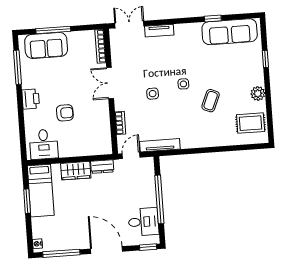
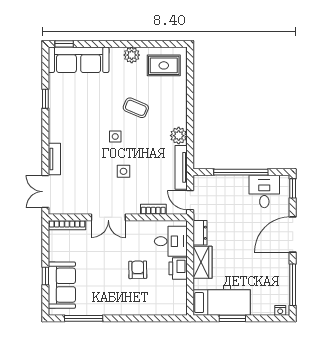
window: (53, 30) -> (45, 276), width x0.46
sofa: (230, 32) -> (79, 60), moved, turned 90
window: (265, 59) -> (64, 44), moved
printer: (31, 99) -> (178, 268), moved, turned -90
rug: (251, 123) -> (164, 65), turned 90
plant: (188, 141) -> (179, 136), added
desk: (44, 144) -> (171, 241), moved

